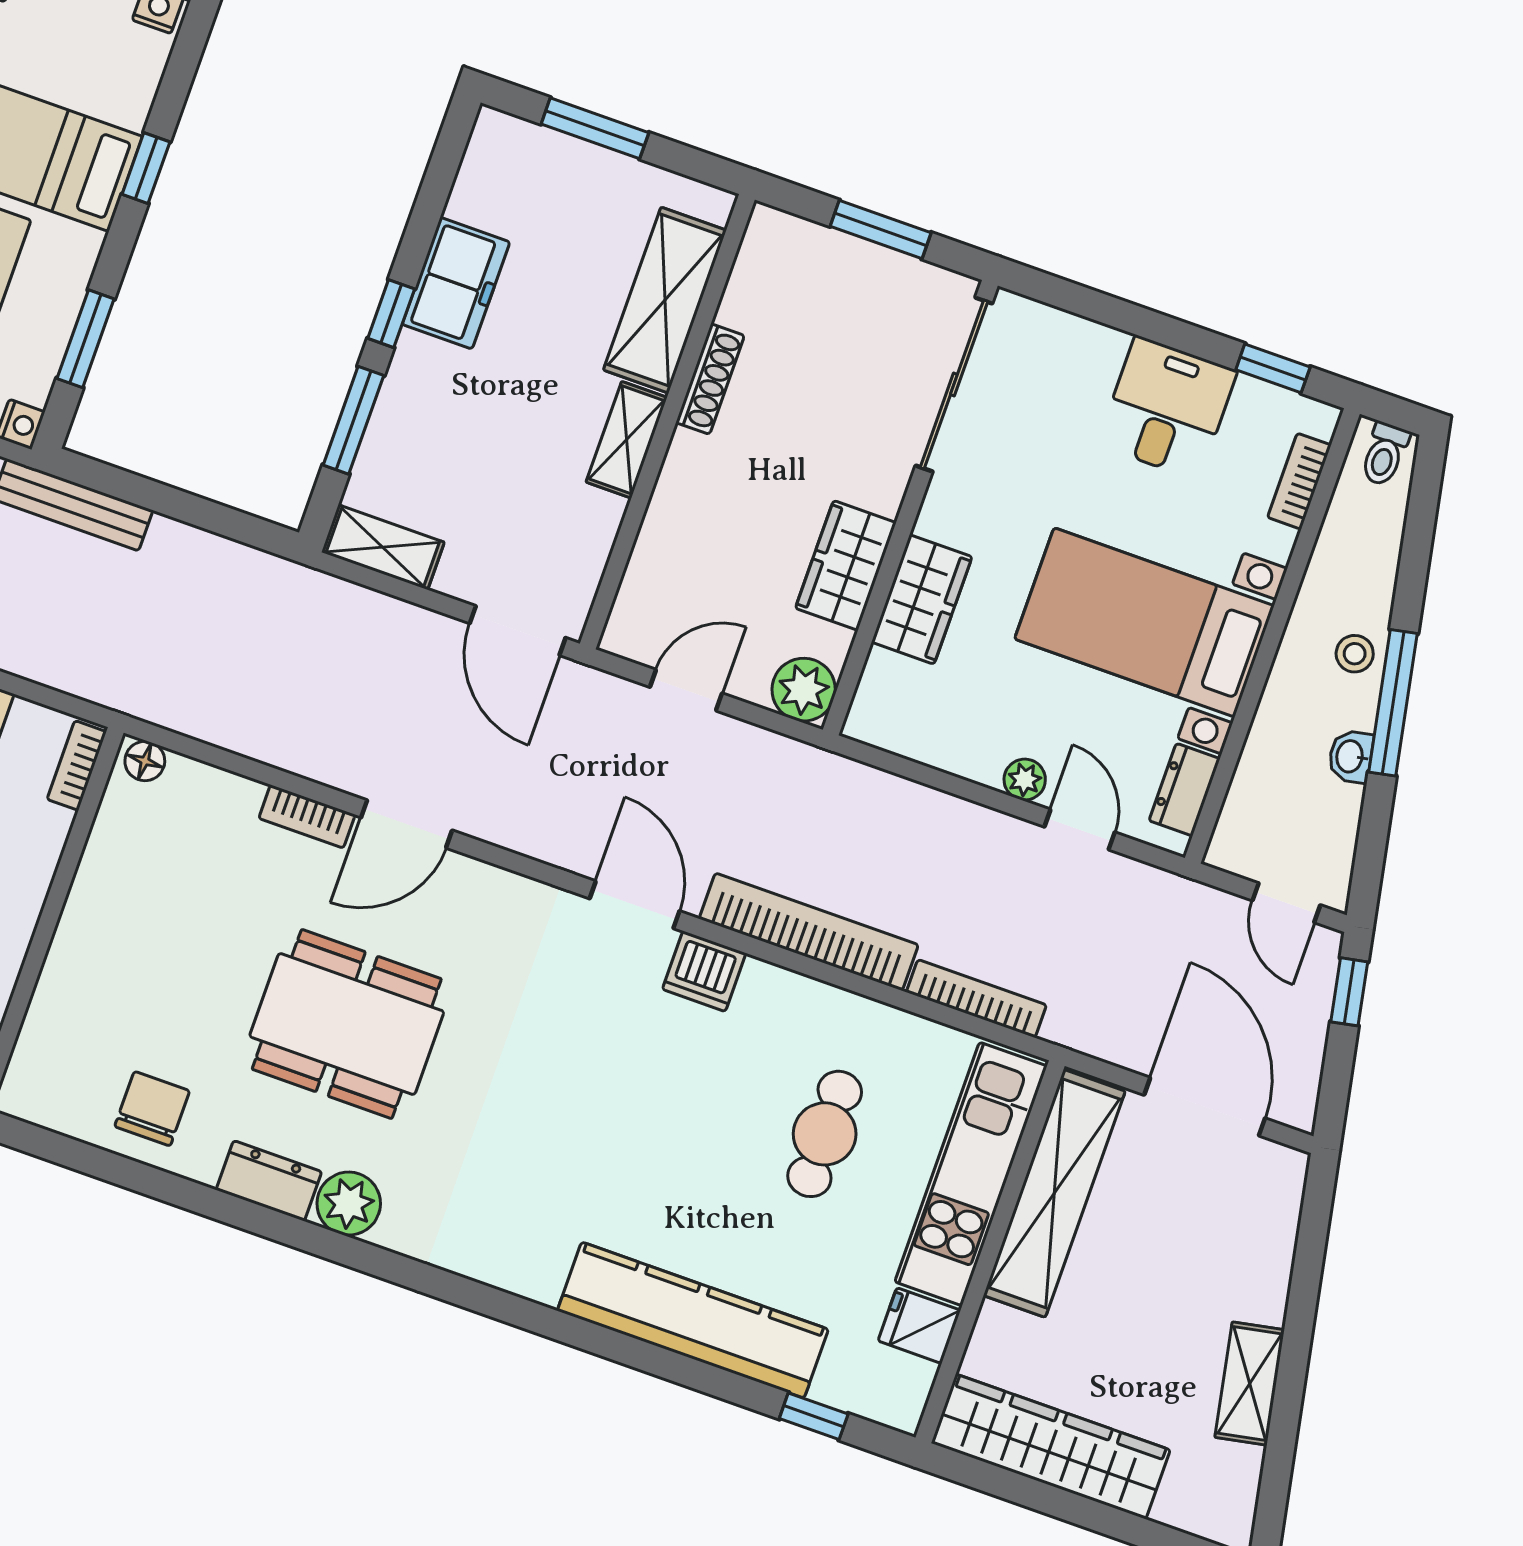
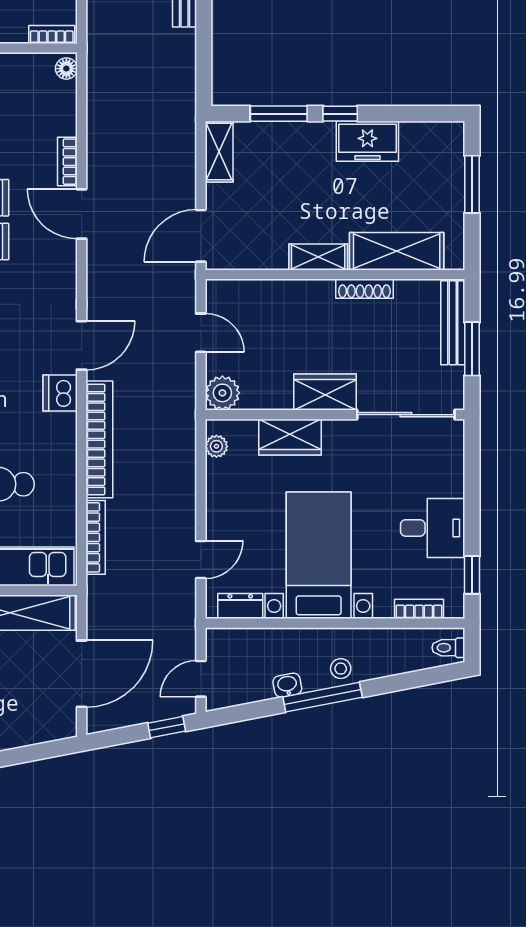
bench: (823, 247) -> (453, 323), added
wardrobe: (846, 565) -> (325, 392), moved
plant: (1025, 780) -> (216, 446), moved

